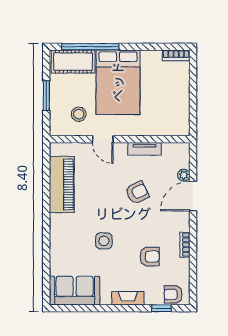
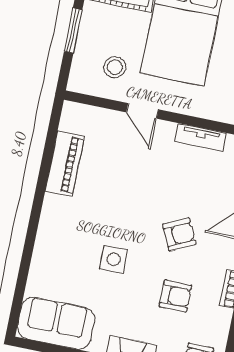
piano: (62, 184) -> (65, 164), width x0.73, depth x0.75
armchair: (137, 193) -> (179, 234), moved

